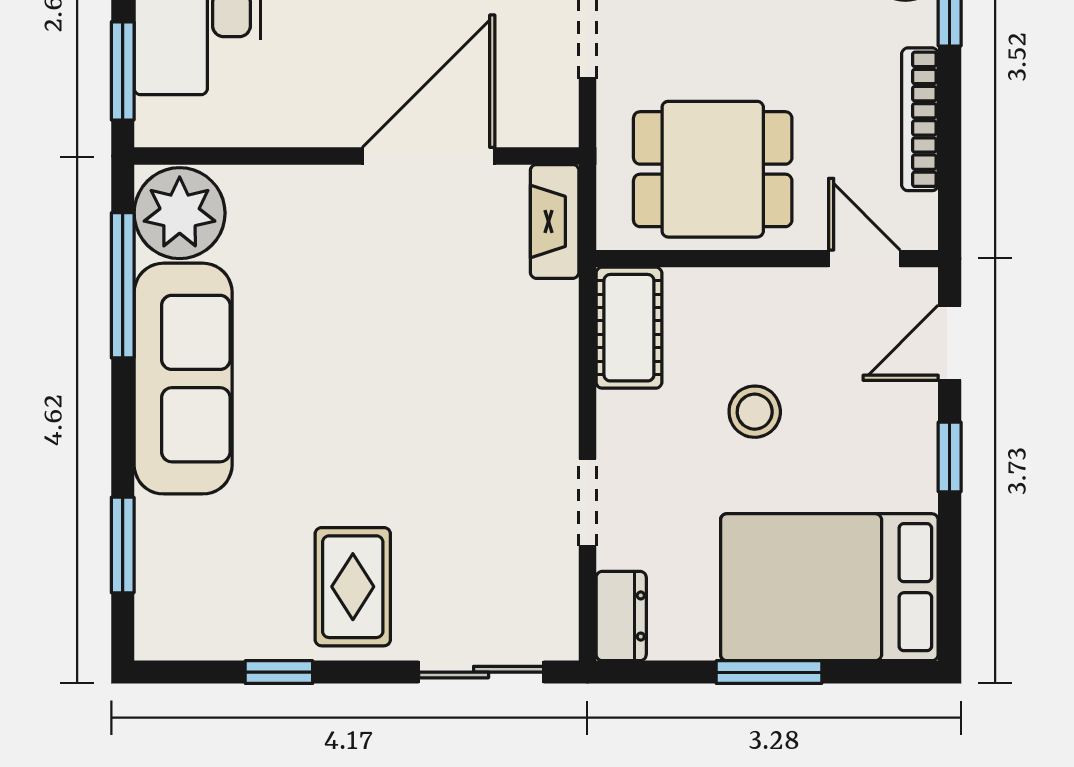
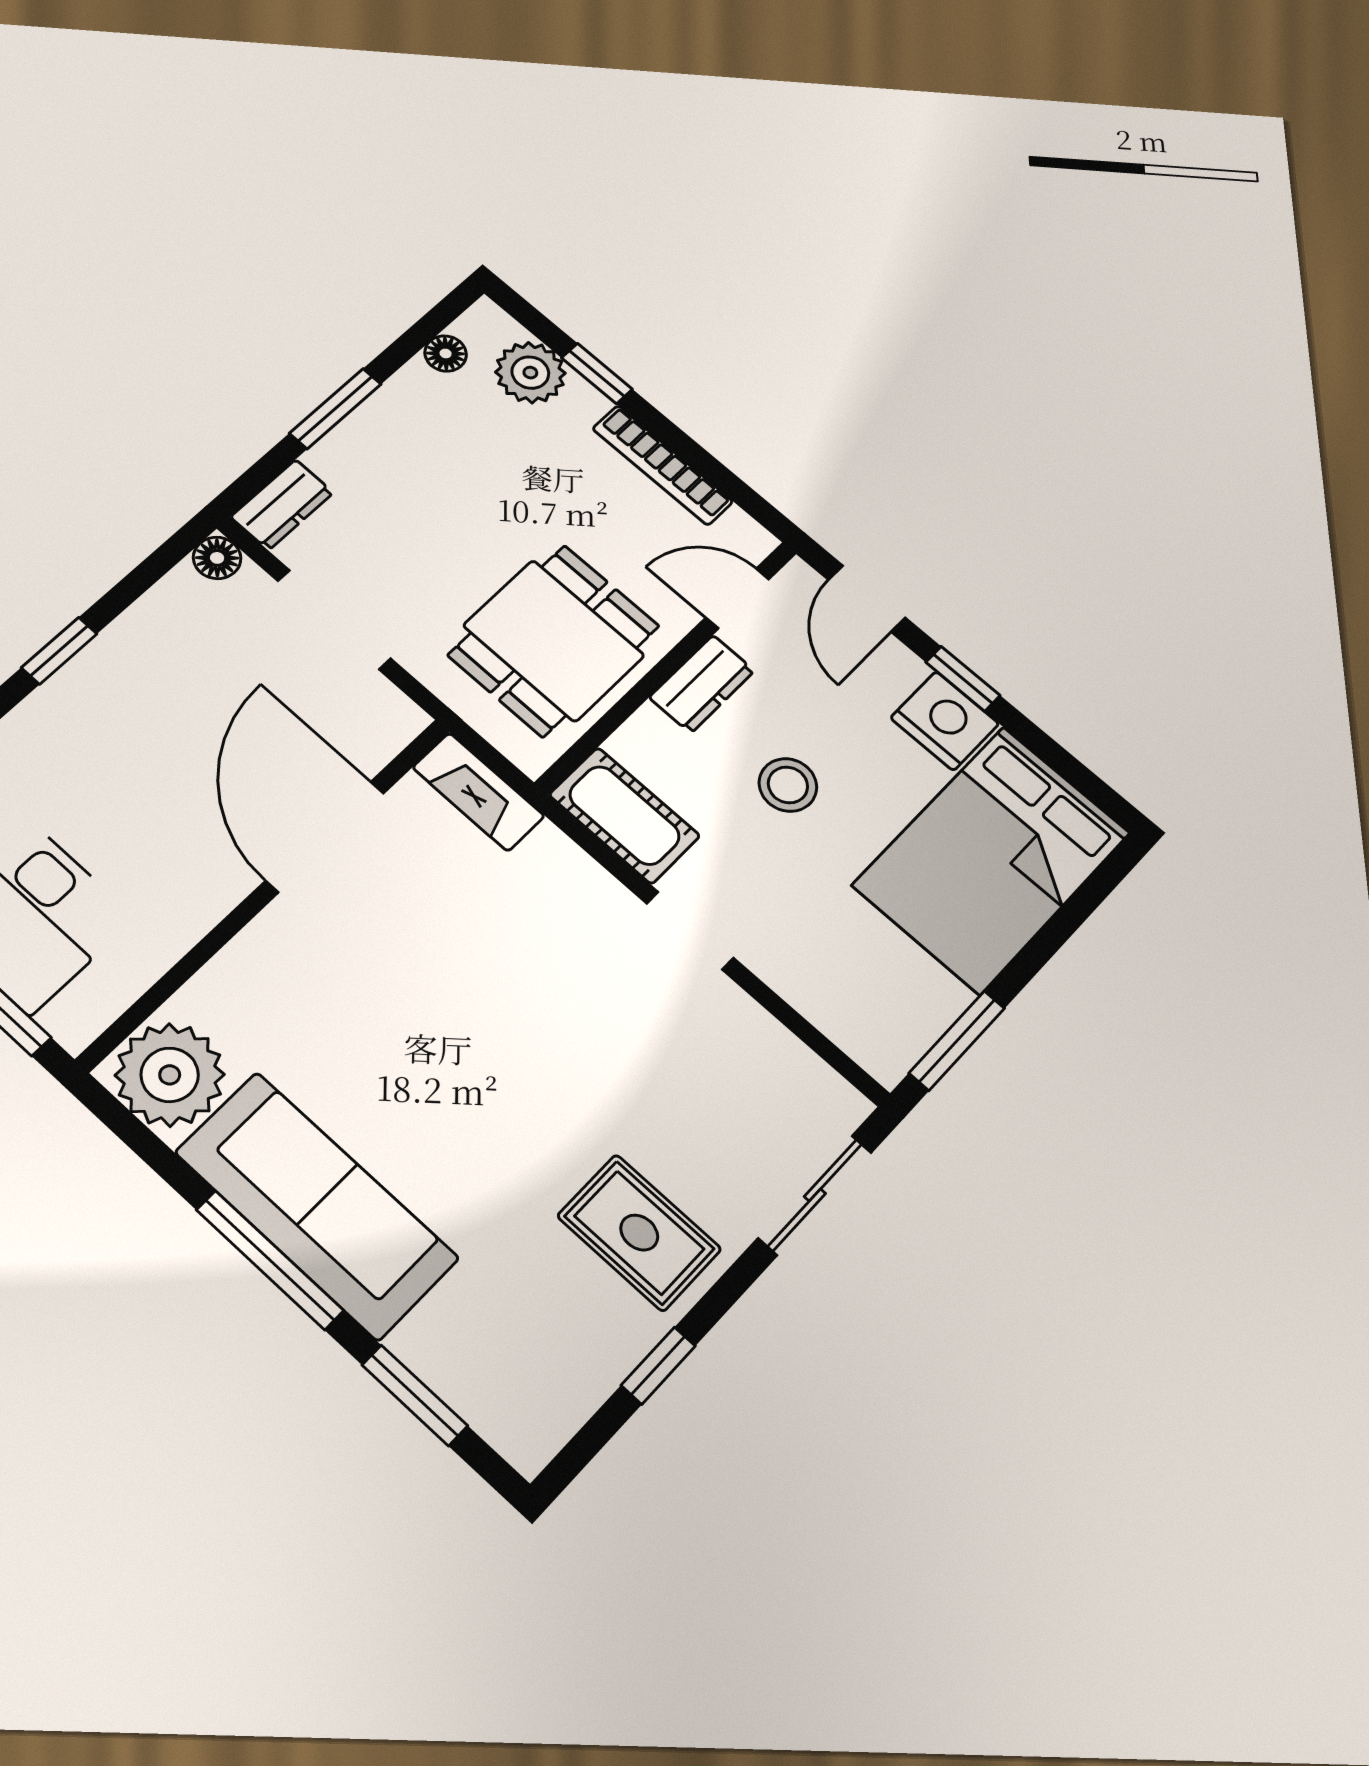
window: (123, 285) -> (270, 1260), moved
nightstand: (905, 472) -> (945, 721), added
doorway: (587, 503) -> (690, 931), moved
dresser: (621, 616) -> (702, 684), moved, turned 90
window: (769, 672) -> (957, 1041), moved

